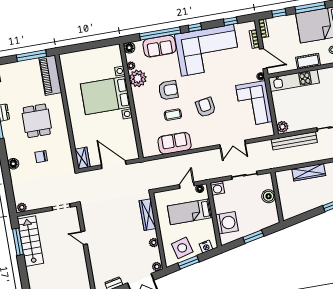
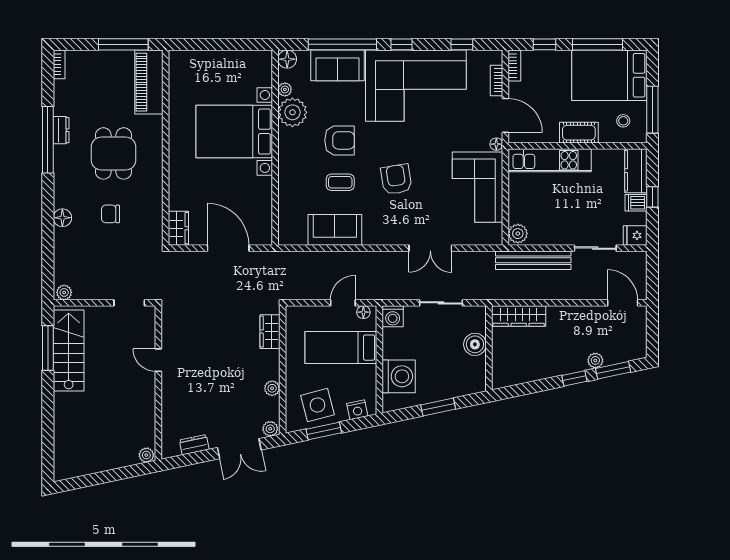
wardrobe: (309, 172) -> (519, 316), moved
wardrobe: (148, 215) -> (270, 332), width x0.67

